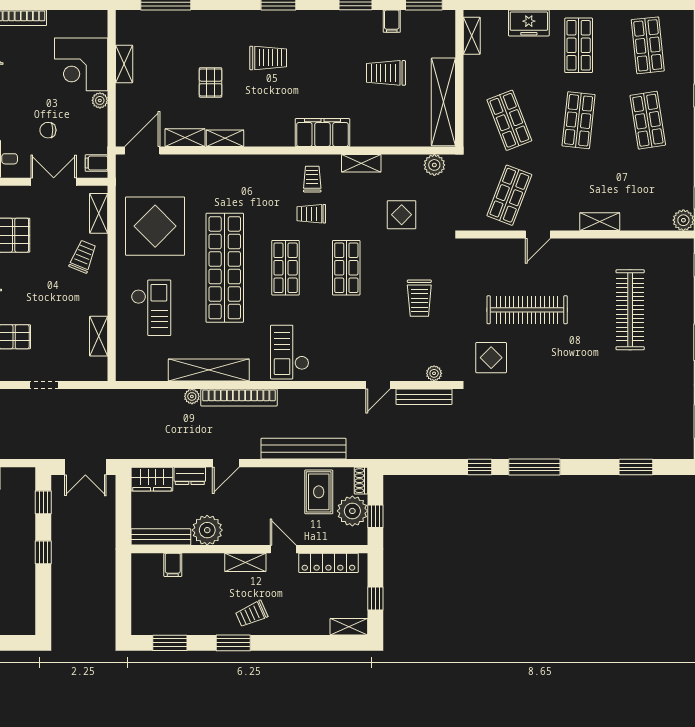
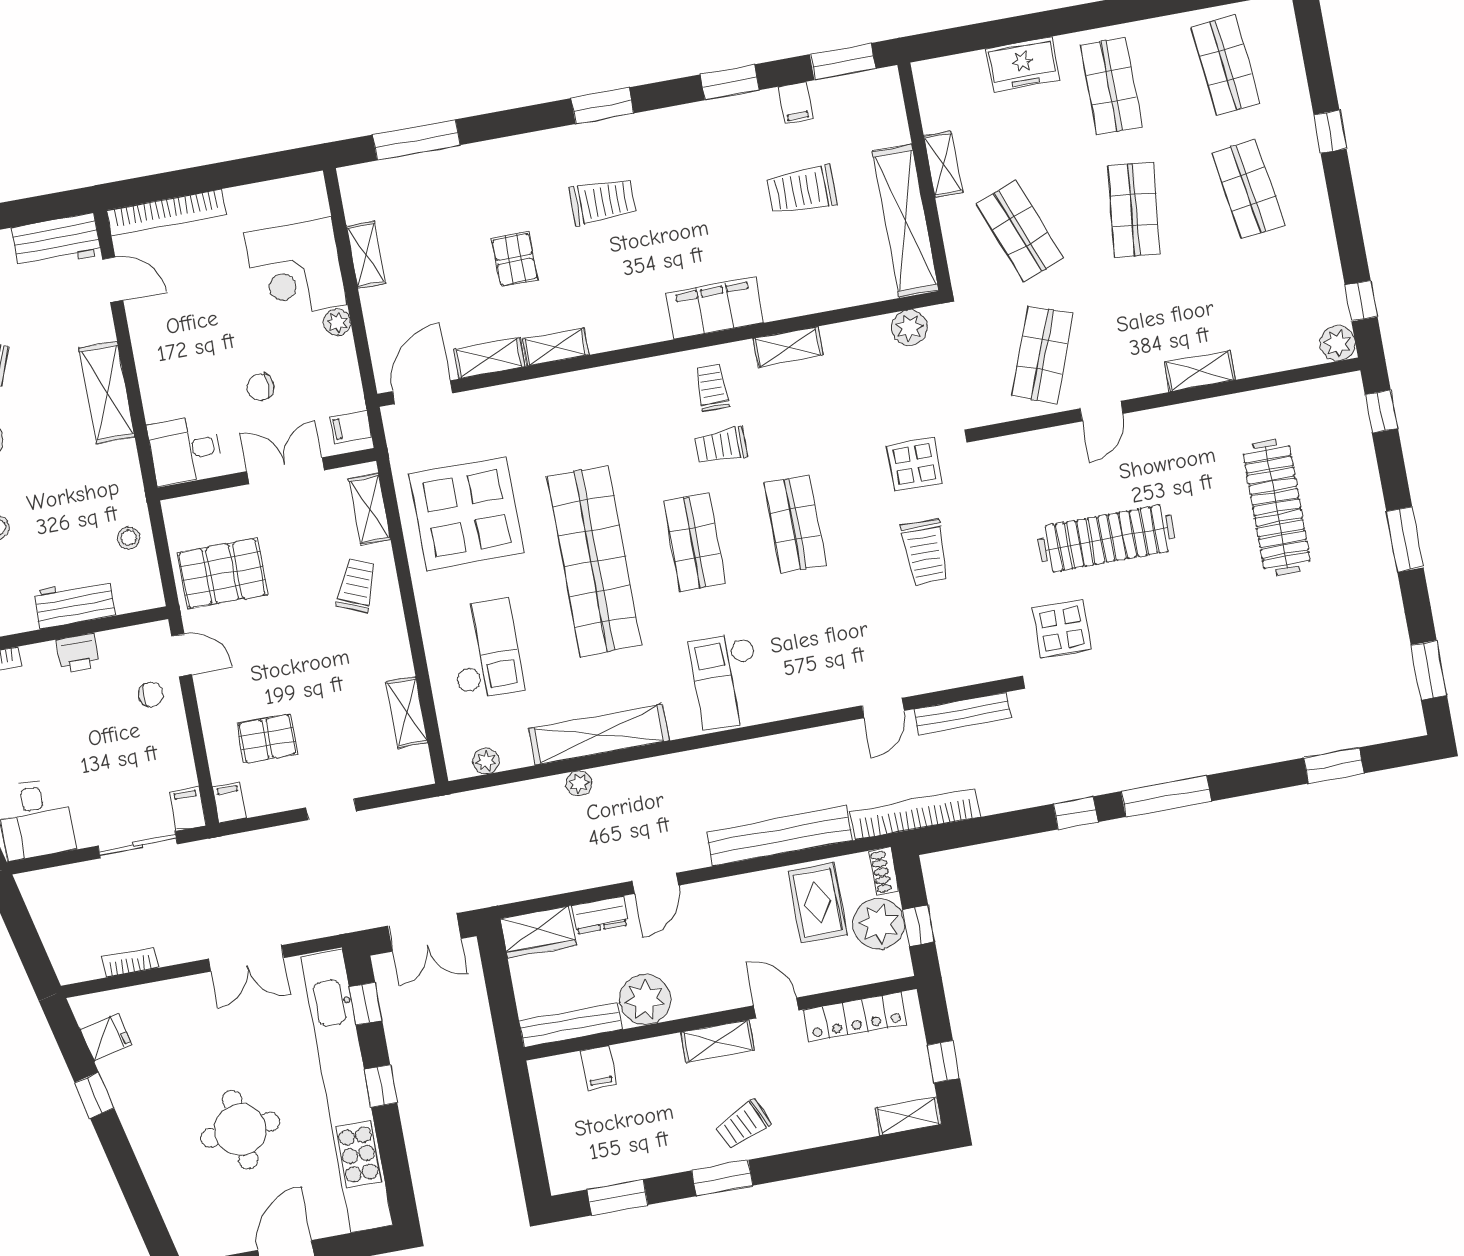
shelving: (472, 36) -> (943, 164), moved
display table: (402, 215) -> (914, 464), moved
plant: (434, 373) -> (486, 761), moved
bookcase: (239, 398) -> (915, 814), moved, turned 180
kitchen unit: (23, 552) -> (347, 1091), added

